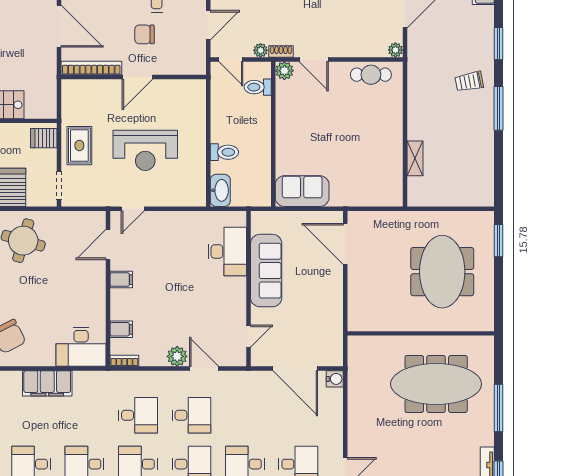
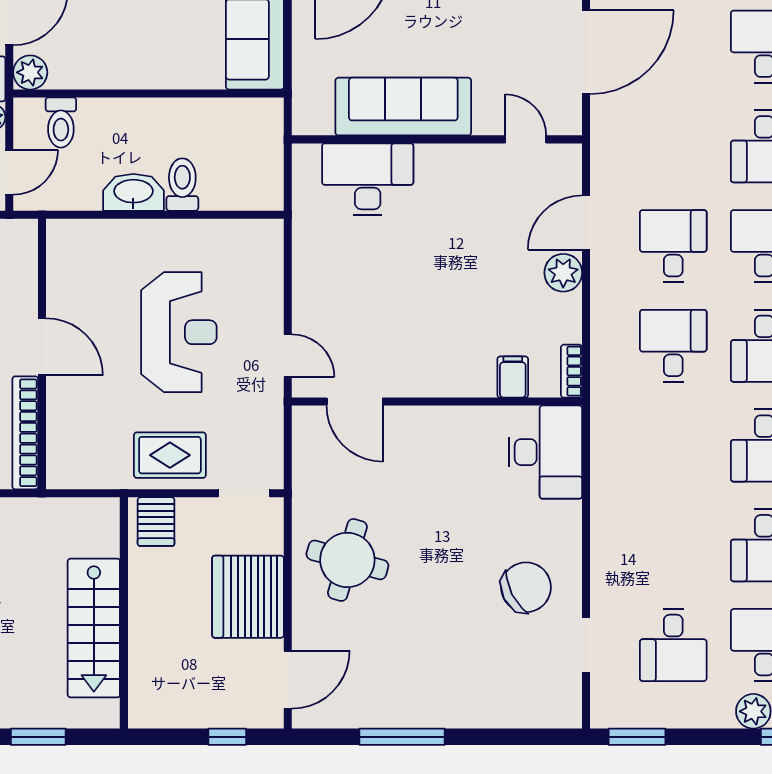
washbasin: (220, 190) -> (133, 192), moved
filing cabinet: (121, 280) -> (420, 377), removed
filing cabinet: (47, 383) -> (614, 515), removed

